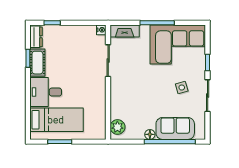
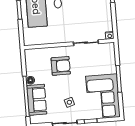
fireplace: (125, 31) -> (110, 54), removed
armchair: (135, 95) -> (61, 66), added
plant: (117, 127) -> (34, 54), removed

